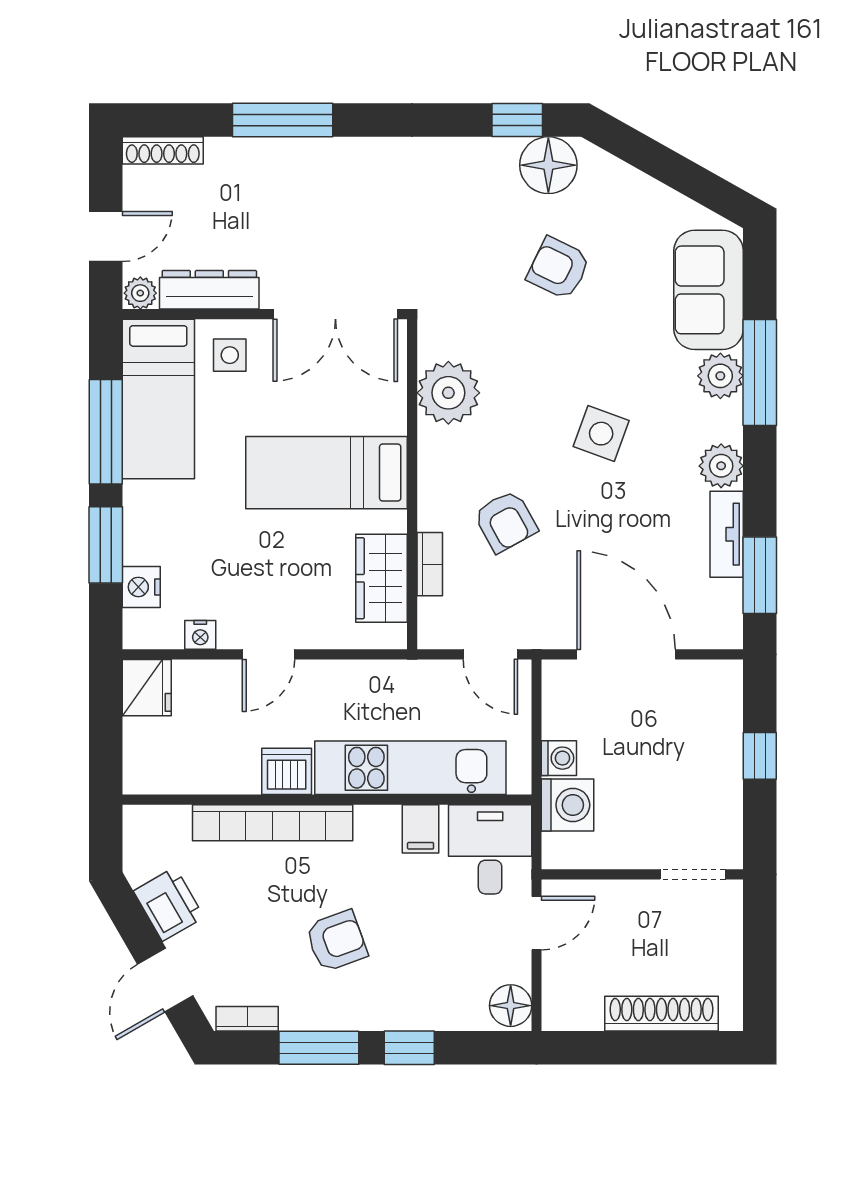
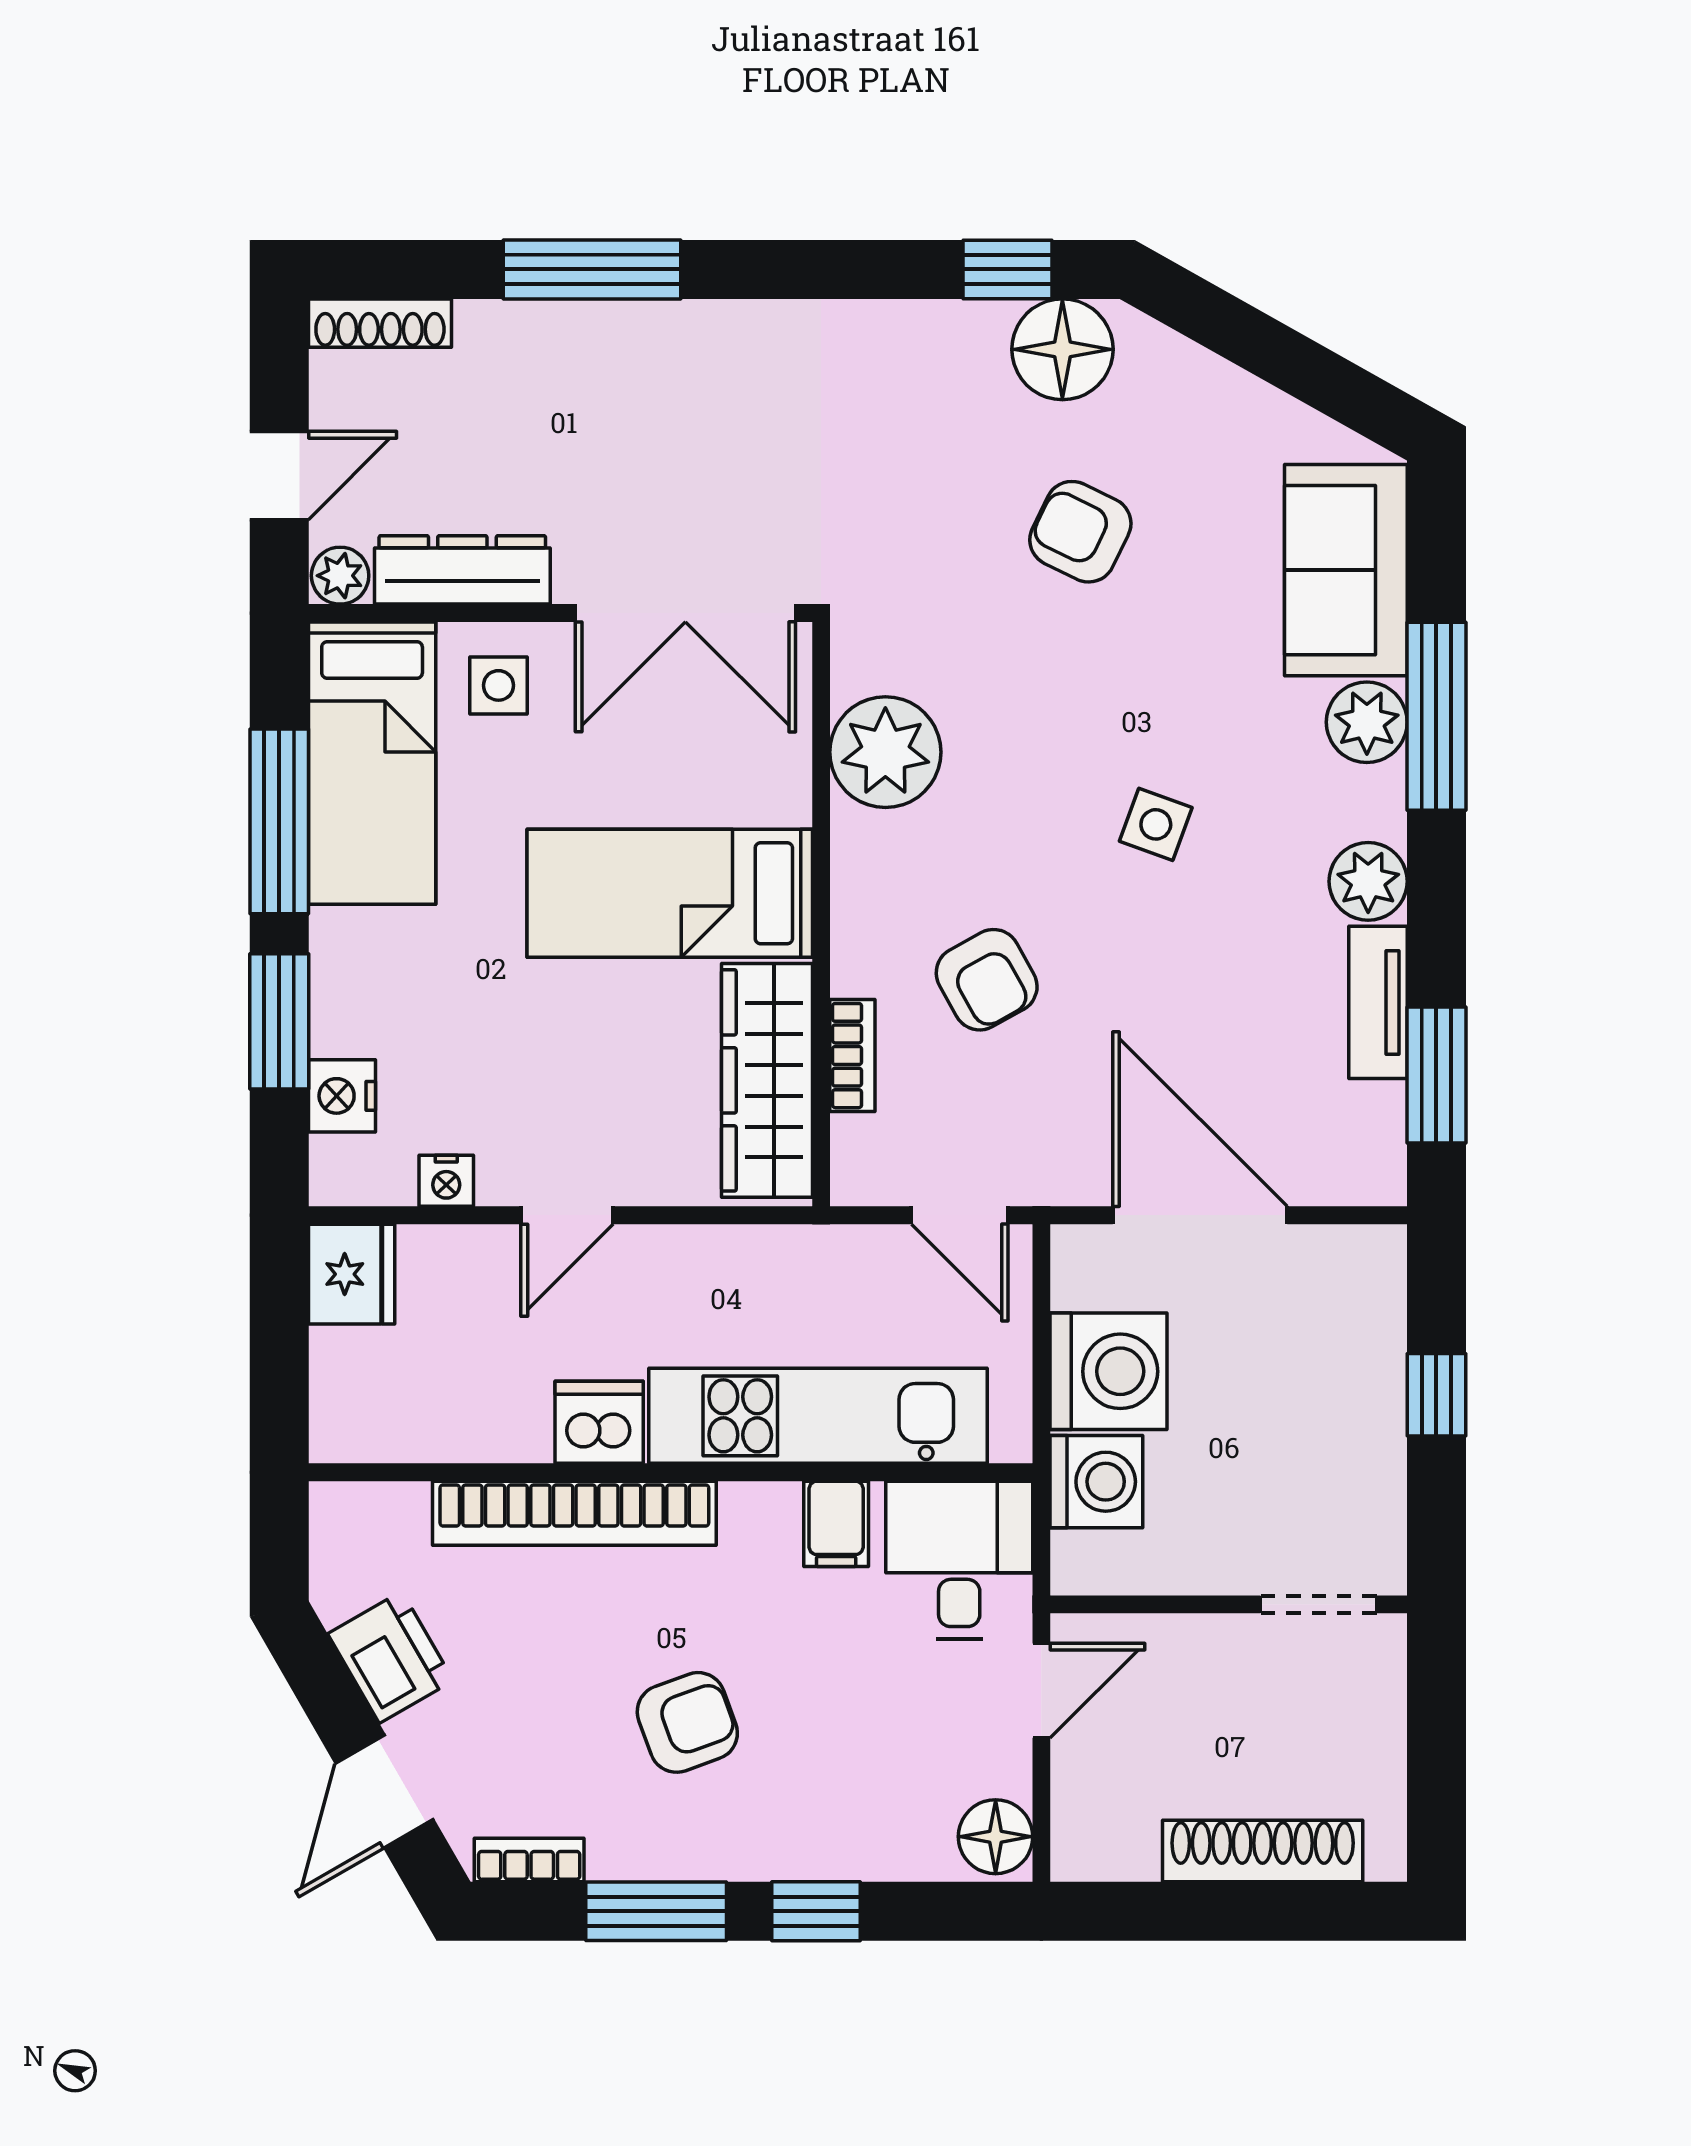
side table: (601, 434) -> (1156, 824), width x0.73, depth x0.73
wardrobe: (381, 578) -> (767, 1080), width x1.50
washing machine: (559, 758) -> (1109, 1371), width x1.89, depth x1.89

